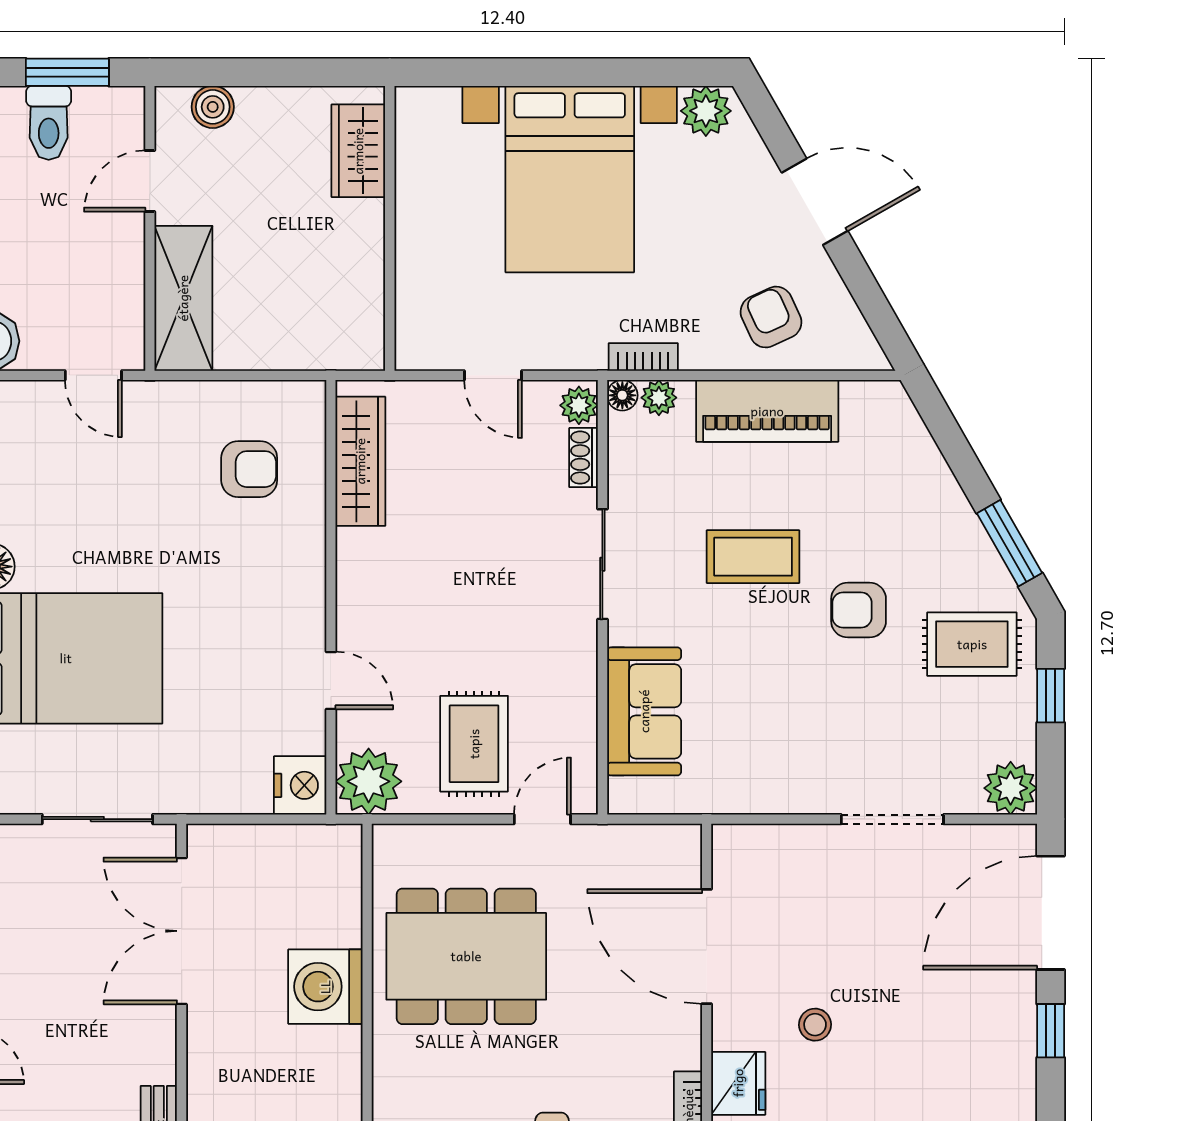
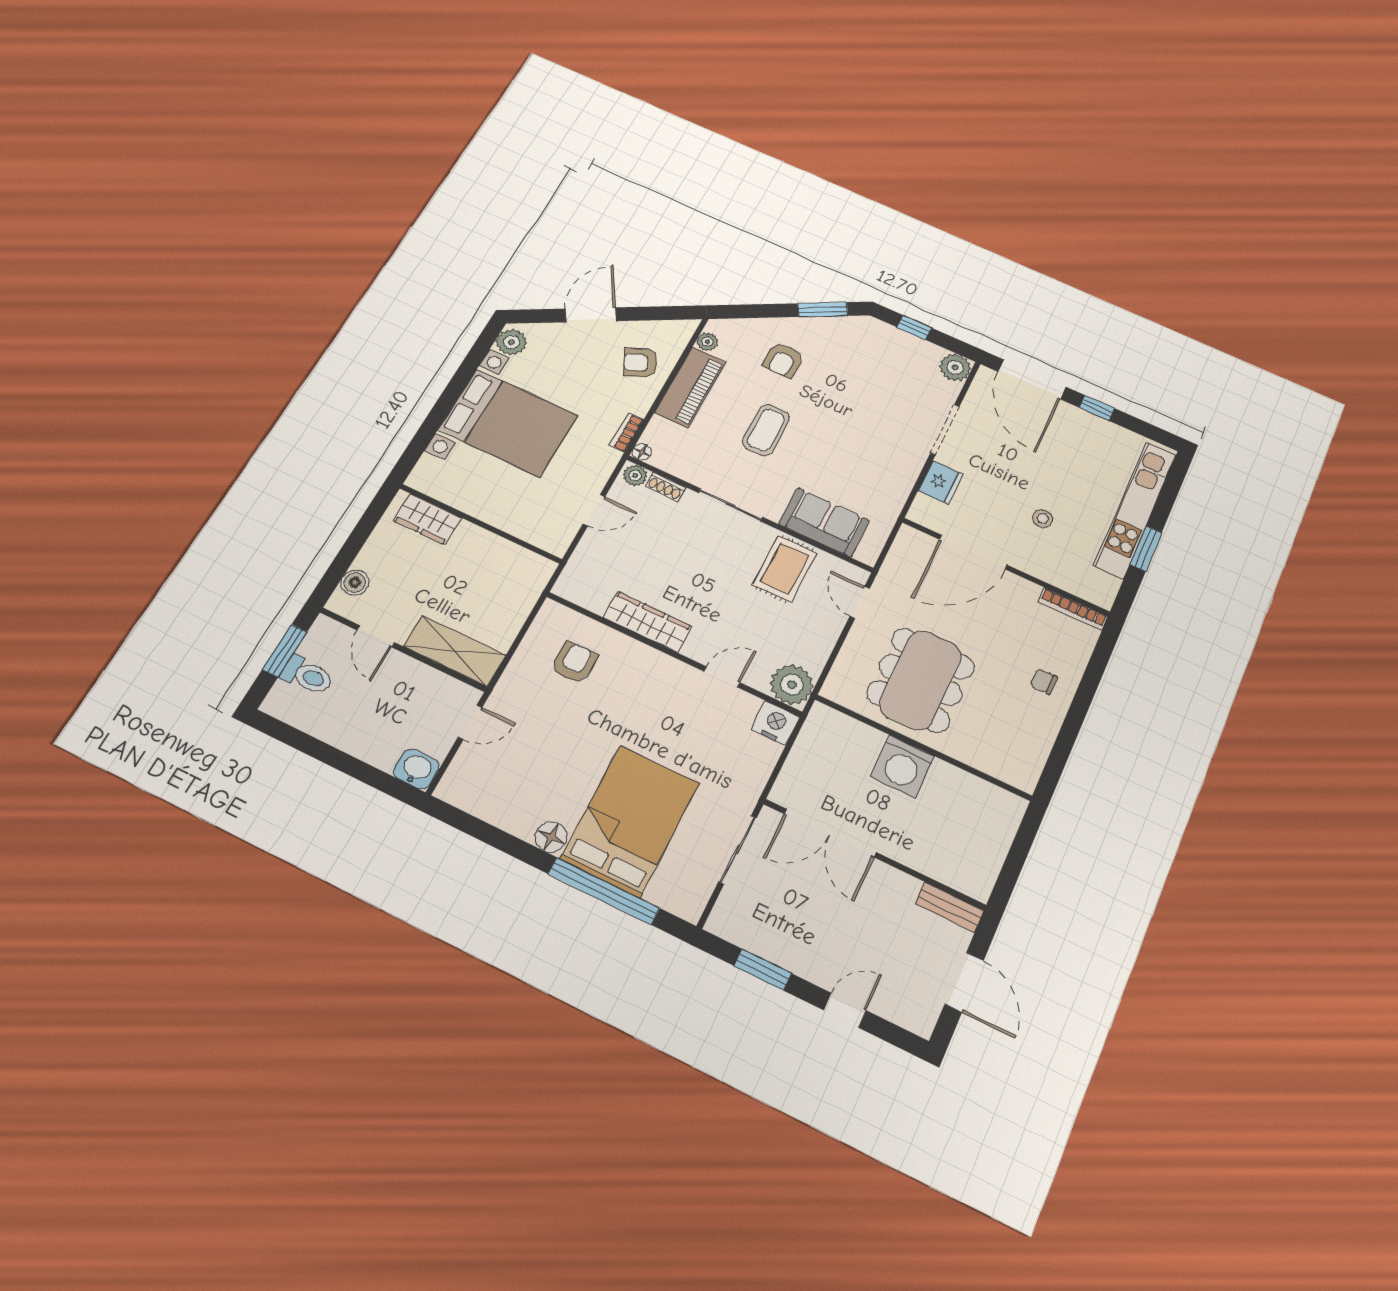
plant: (659, 398) -> (707, 342), moved
wardrobe: (360, 461) -> (648, 622), moved
armchair: (859, 610) -> (783, 360), moved
rug: (972, 644) -> (868, 350), removed
rug: (474, 744) -> (785, 569), moved, turned 90
fridge: (738, 1083) -> (941, 482), moved, turned 90

